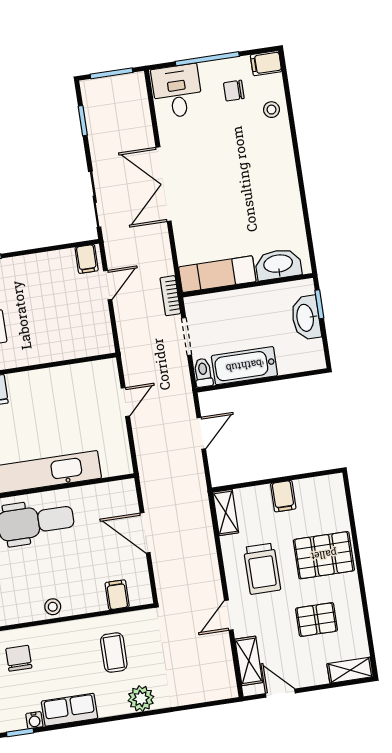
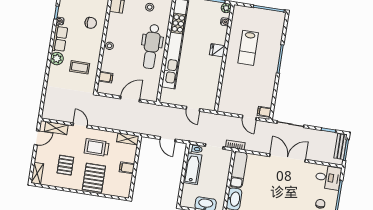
bench: (108, 86) -> (341, 146), added
plant: (141, 699) -> (57, 59), moved

